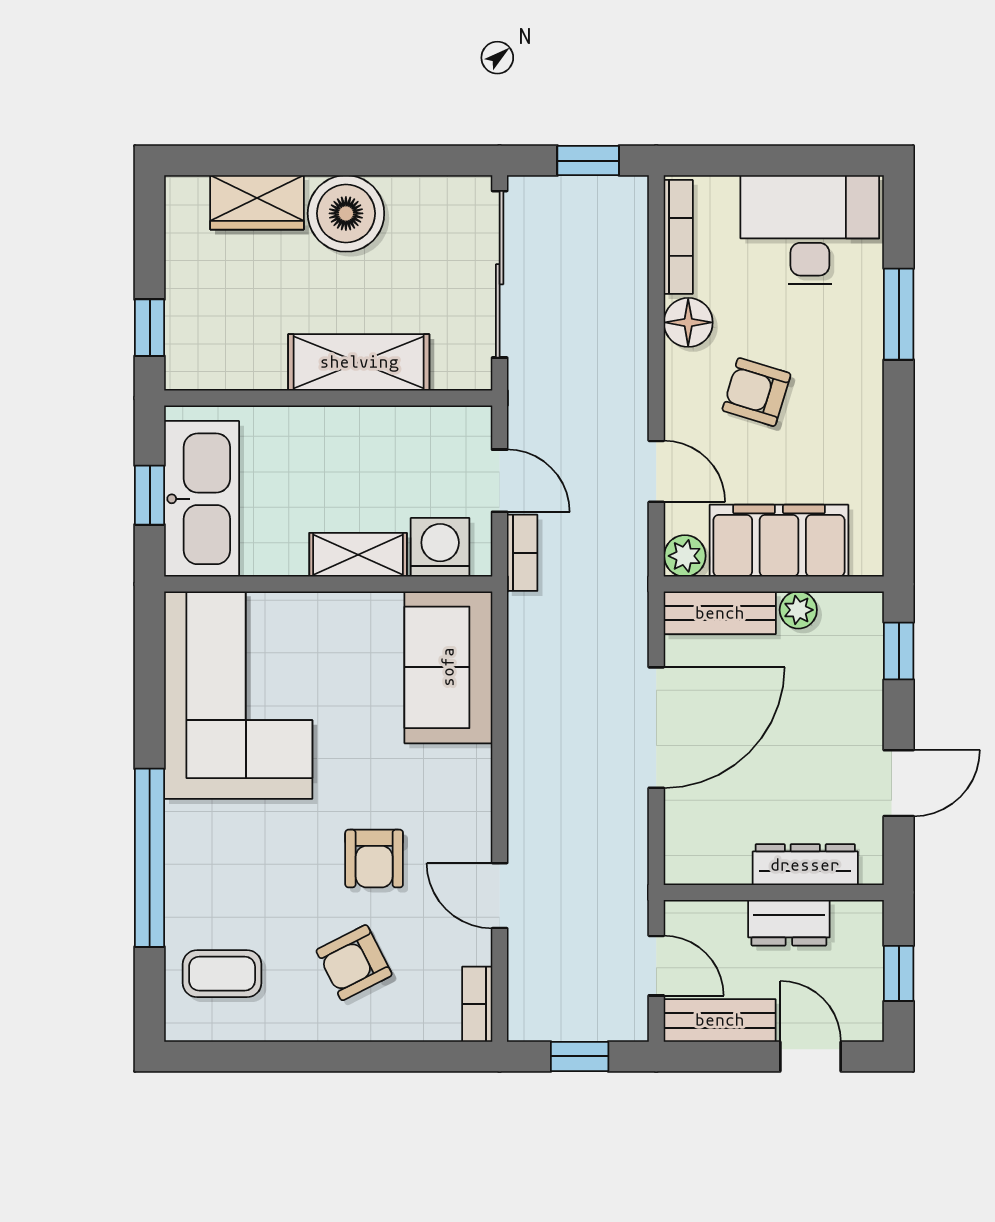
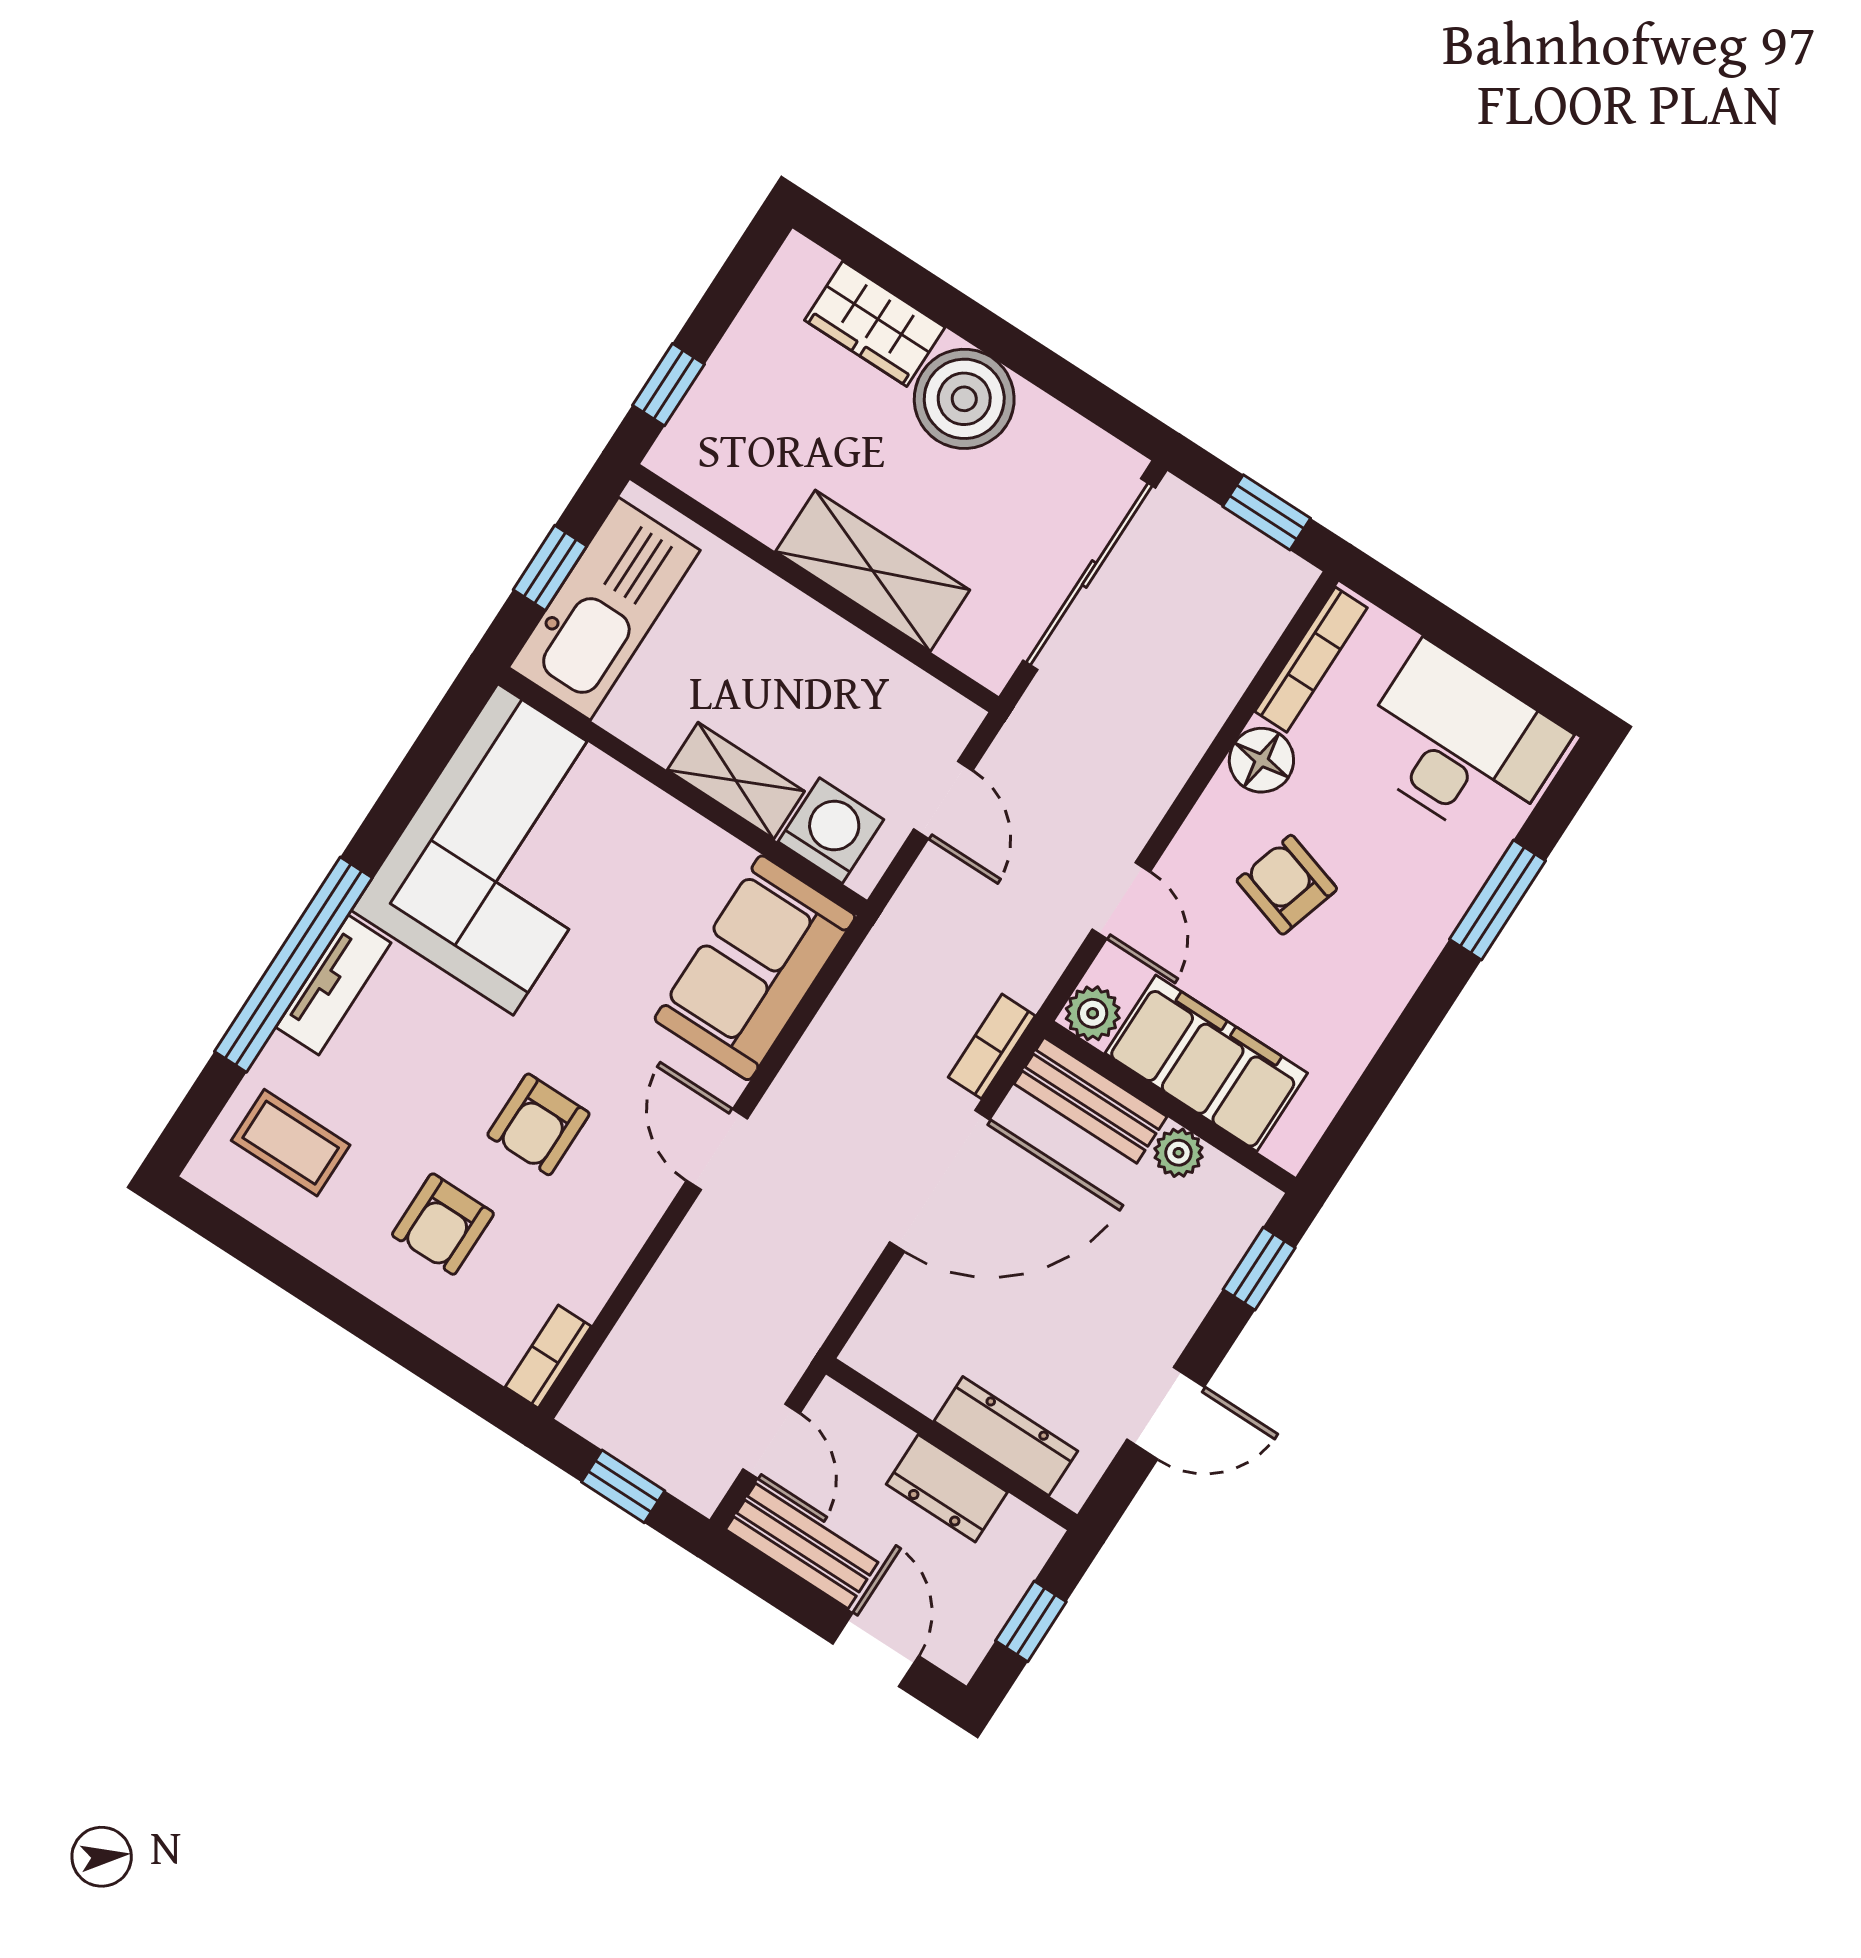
bookcase: (522, 553) -> (992, 1046), moved, turned 180
tv unit: (184, 854) -> (333, 985), added
door: (500, 896) -> (717, 1150), moved
armchair: (354, 963) -> (443, 1224), turned -63

